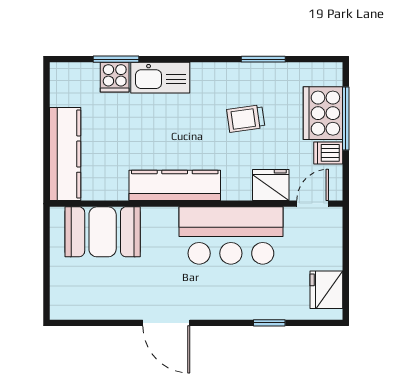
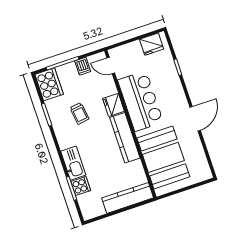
cooker: (323, 113) -> (49, 84), moved, turned -90
fridge: (271, 185) -> (114, 105), moved
booth: (103, 232) -> (163, 157), width x1.36, depth x1.42

